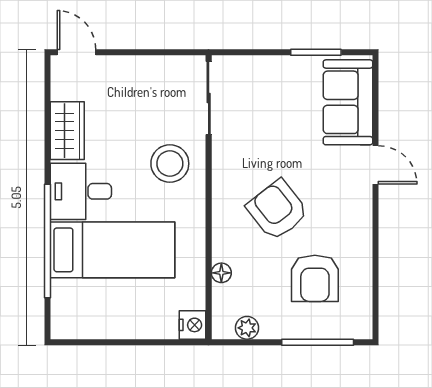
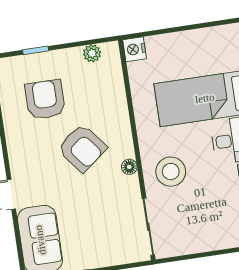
floor lamp: (221, 273) -> (129, 167), moved
window: (318, 342) -> (36, 50), width x0.46

